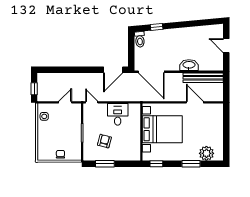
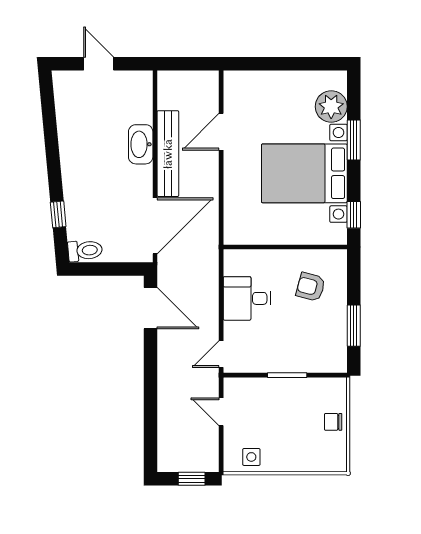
door: (226, 46) -> (99, 64), swing flipped
bench: (203, 78) -> (168, 154), moved
bed with nightstands: (162, 129) -> (304, 173), moved, turned -90
armchair: (104, 141) -> (311, 287), moved

